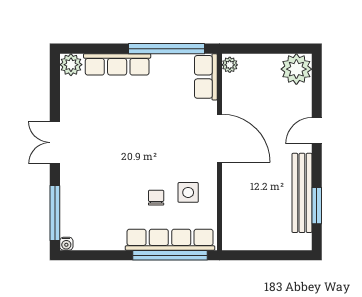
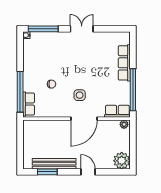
plant: (71, 65) -> (124, 38), removed
side table: (188, 192) -> (80, 95), moved
row of seats: (170, 240) -> (29, 104), width x0.50

